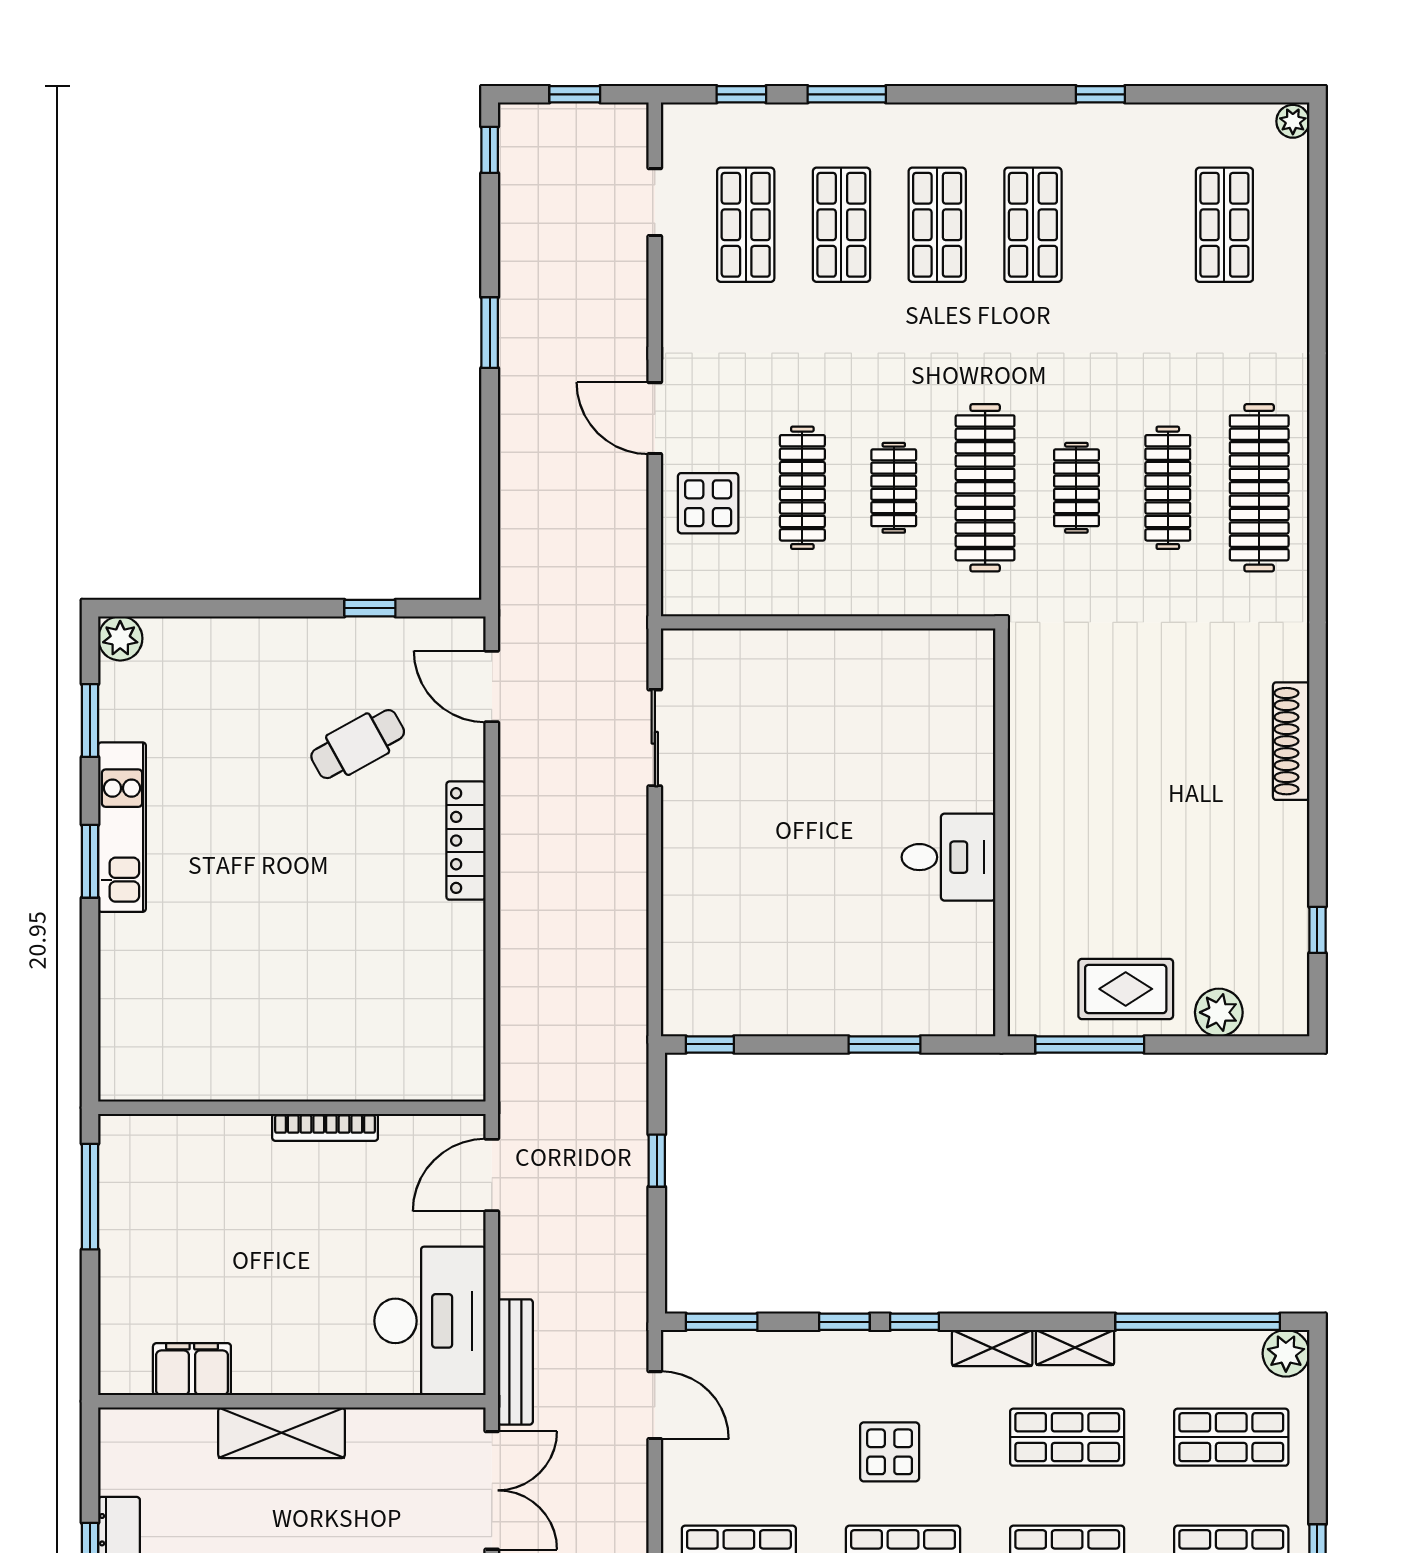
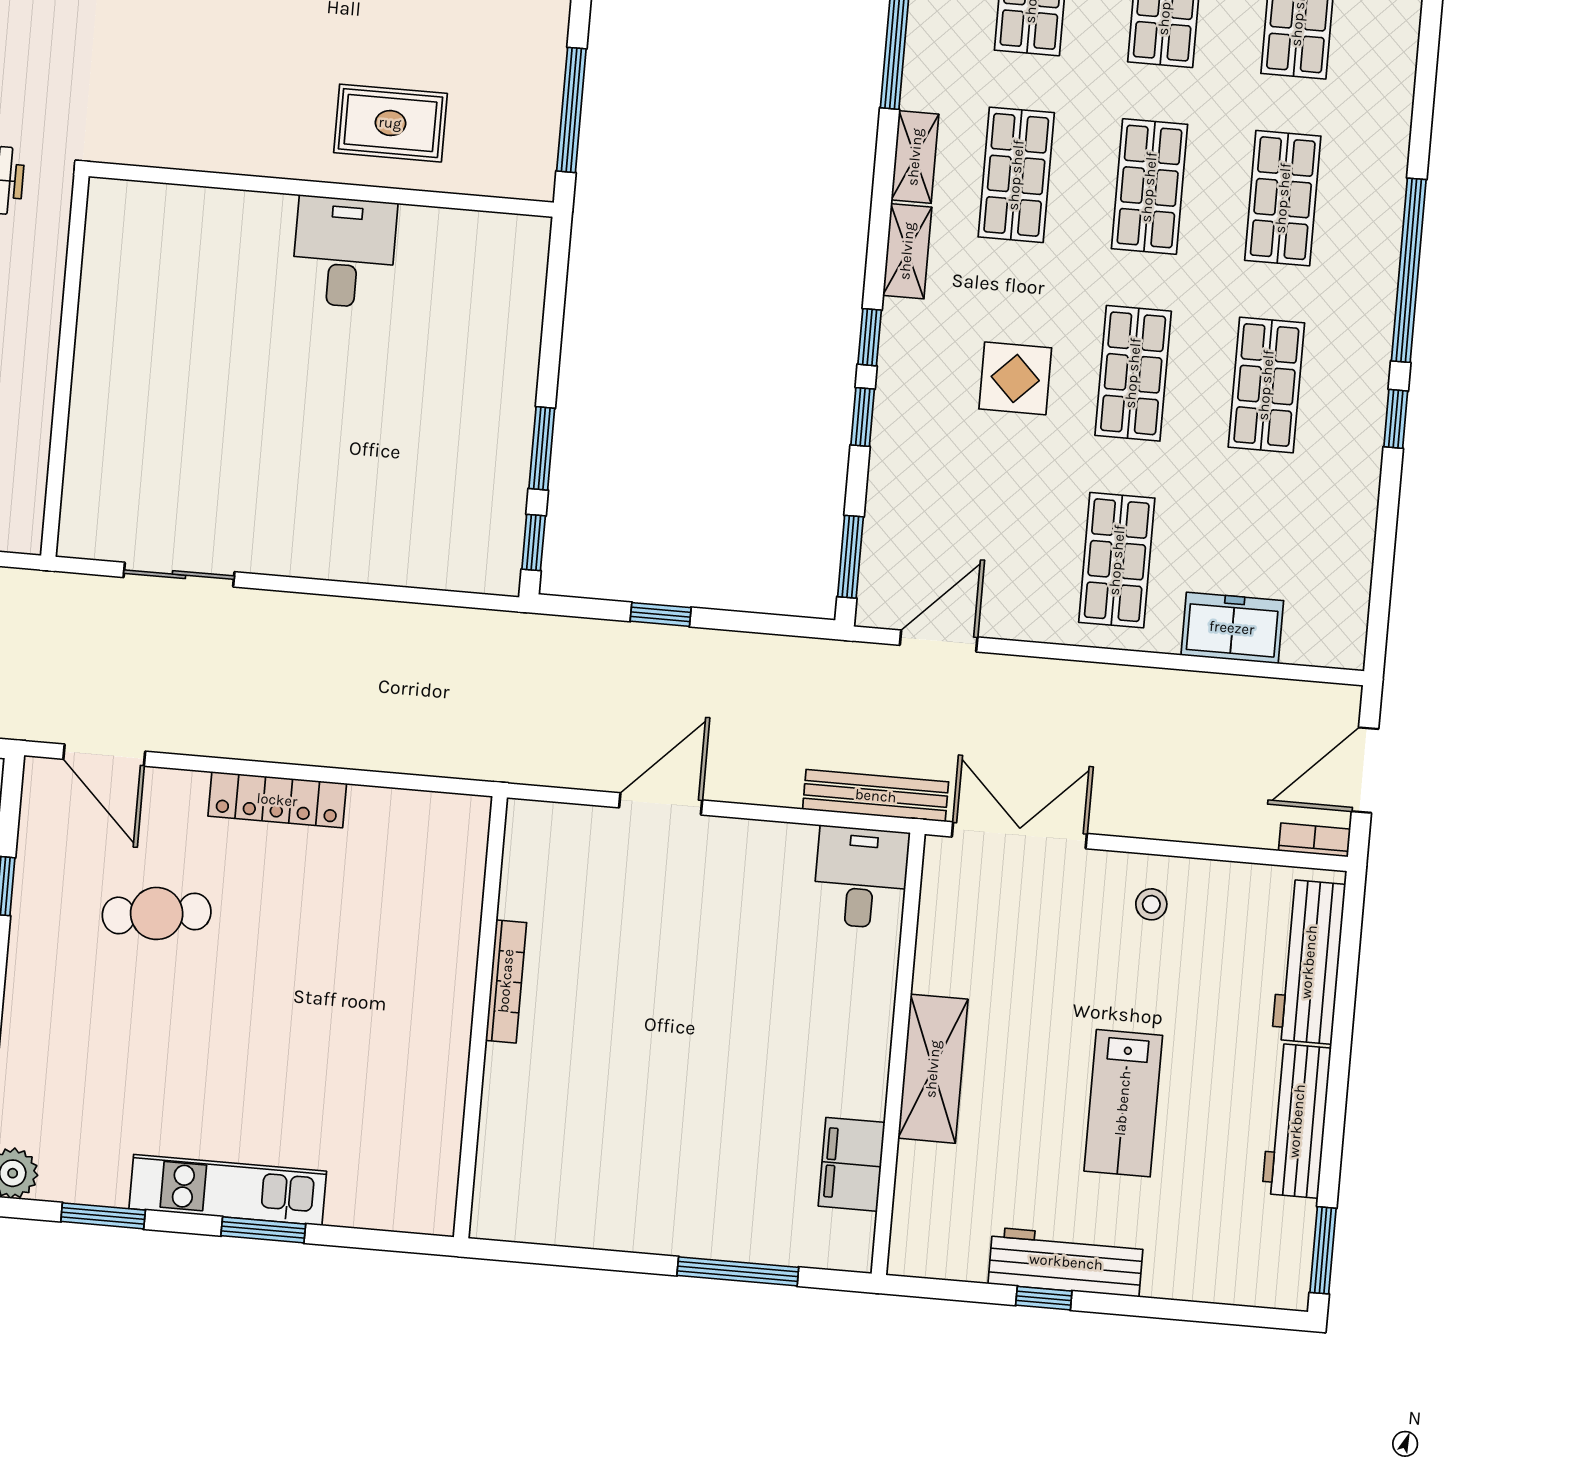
door: (492, 686) -> (104, 755), hinge flipped
cafe table: (358, 744) -> (157, 913), turned -69
rug: (1126, 989) -> (390, 123), moved, turned 90
window: (884, 1044) -> (542, 448), moved
wall: (292, 1108) -> (480, 1017), moved
bookcase: (325, 1127) -> (506, 981), moved
door: (492, 1175) -> (661, 804), swing flipped
window: (90, 1197) -> (738, 1271), moved
desk: (430, 1321) -> (861, 877), width x0.53, depth x0.77

